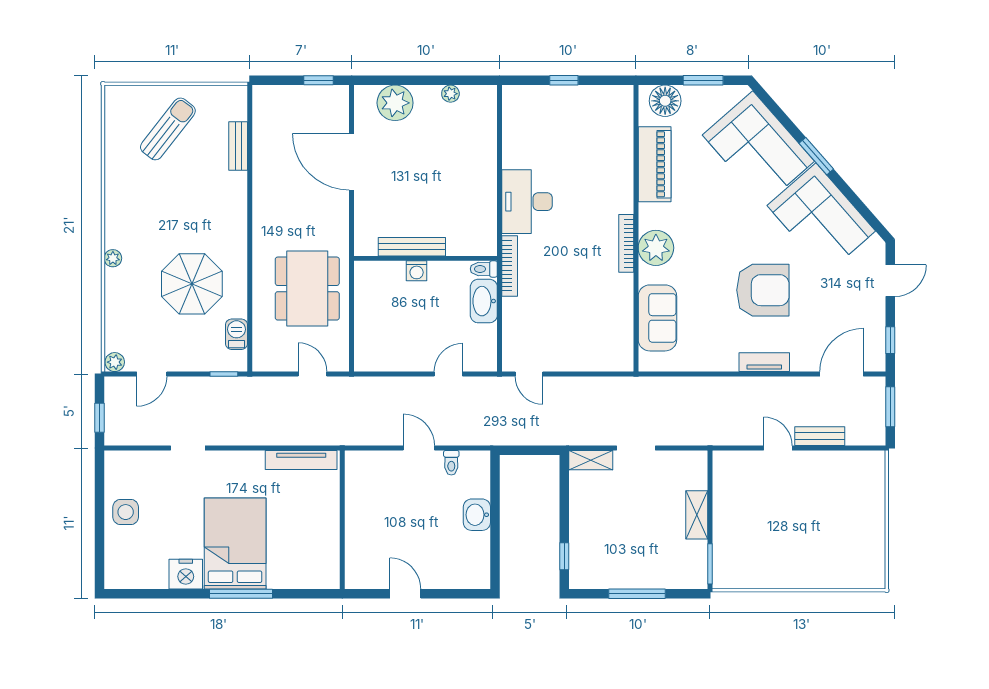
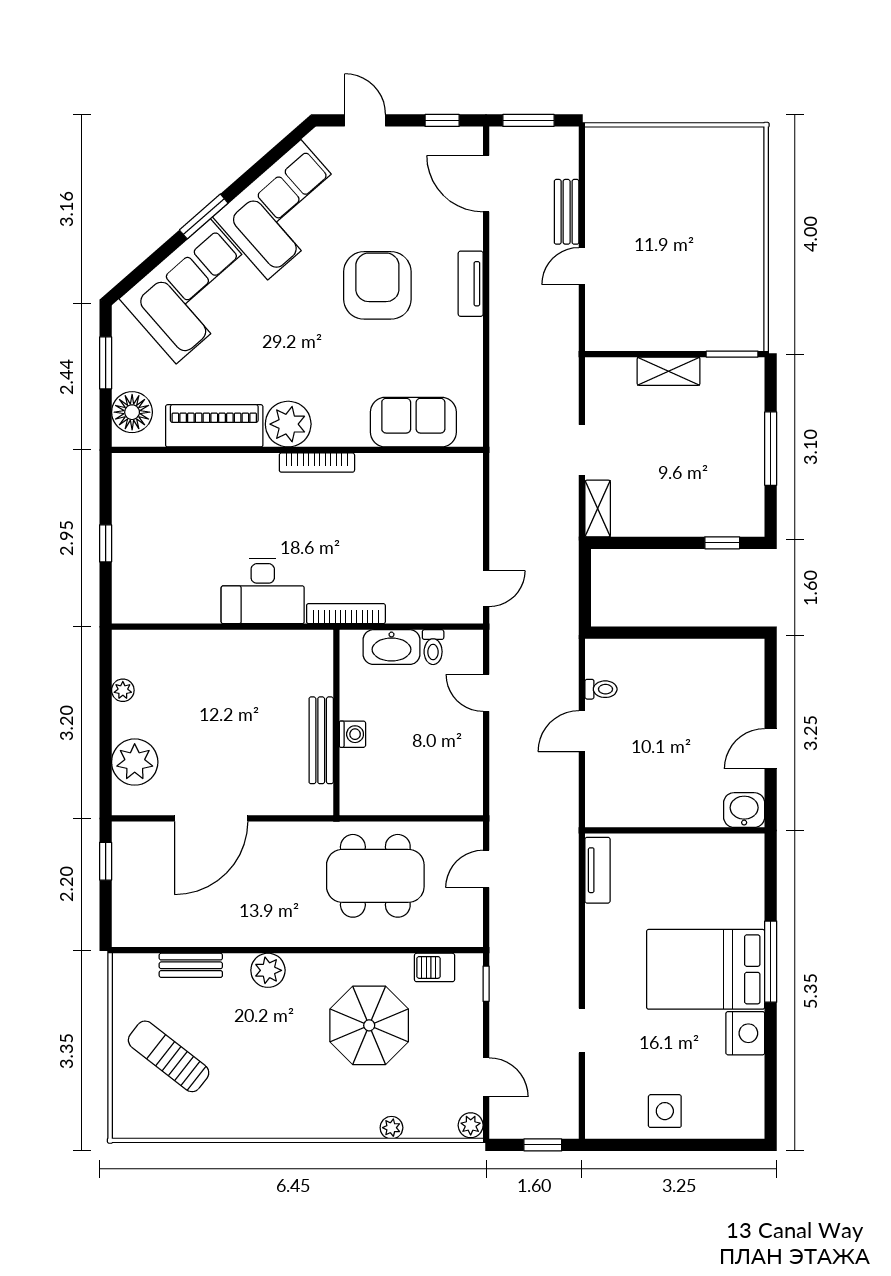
plant: (234, 206) -> (268, 970), added
plant: (656, 248) -> (288, 424), moved
plant: (113, 258) -> (391, 1128), moved
toilet: (484, 269) -> (433, 647), moved
tv unit: (301, 460) -> (597, 870), width x0.71
washbasin: (477, 515) -> (744, 810), moved, turned 180

